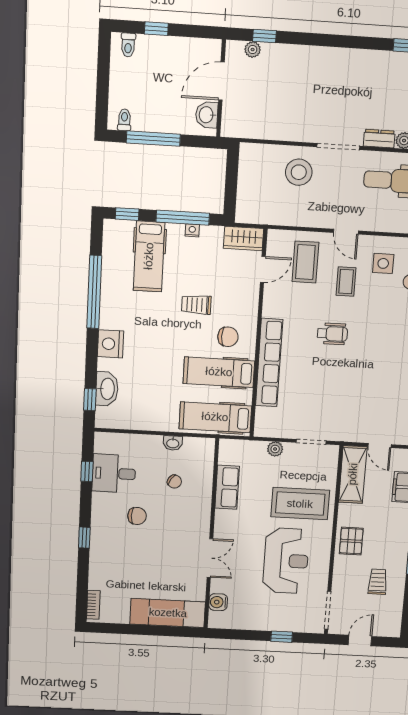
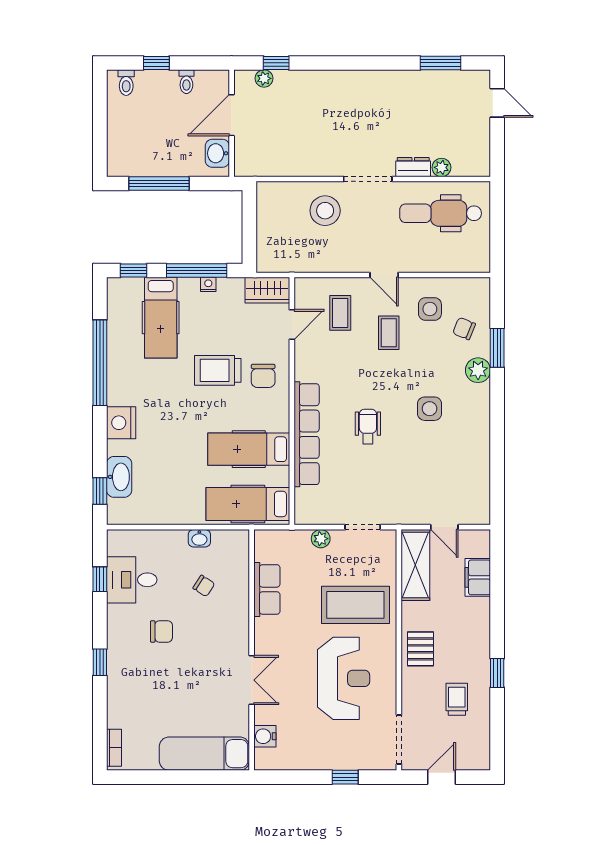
toilet: (124, 120) -> (186, 82), moved, turned 180
coffee table: (305, 262) -> (340, 313), width x0.73, depth x0.77
trolley: (196, 305) -> (218, 370), width x1.36, depth x1.39
wheelchair: (332, 334) -> (368, 426), moved, turned -90
chair: (228, 337) -> (263, 376), moved, turned 90
side table: (376, 348) -> (430, 409), added

